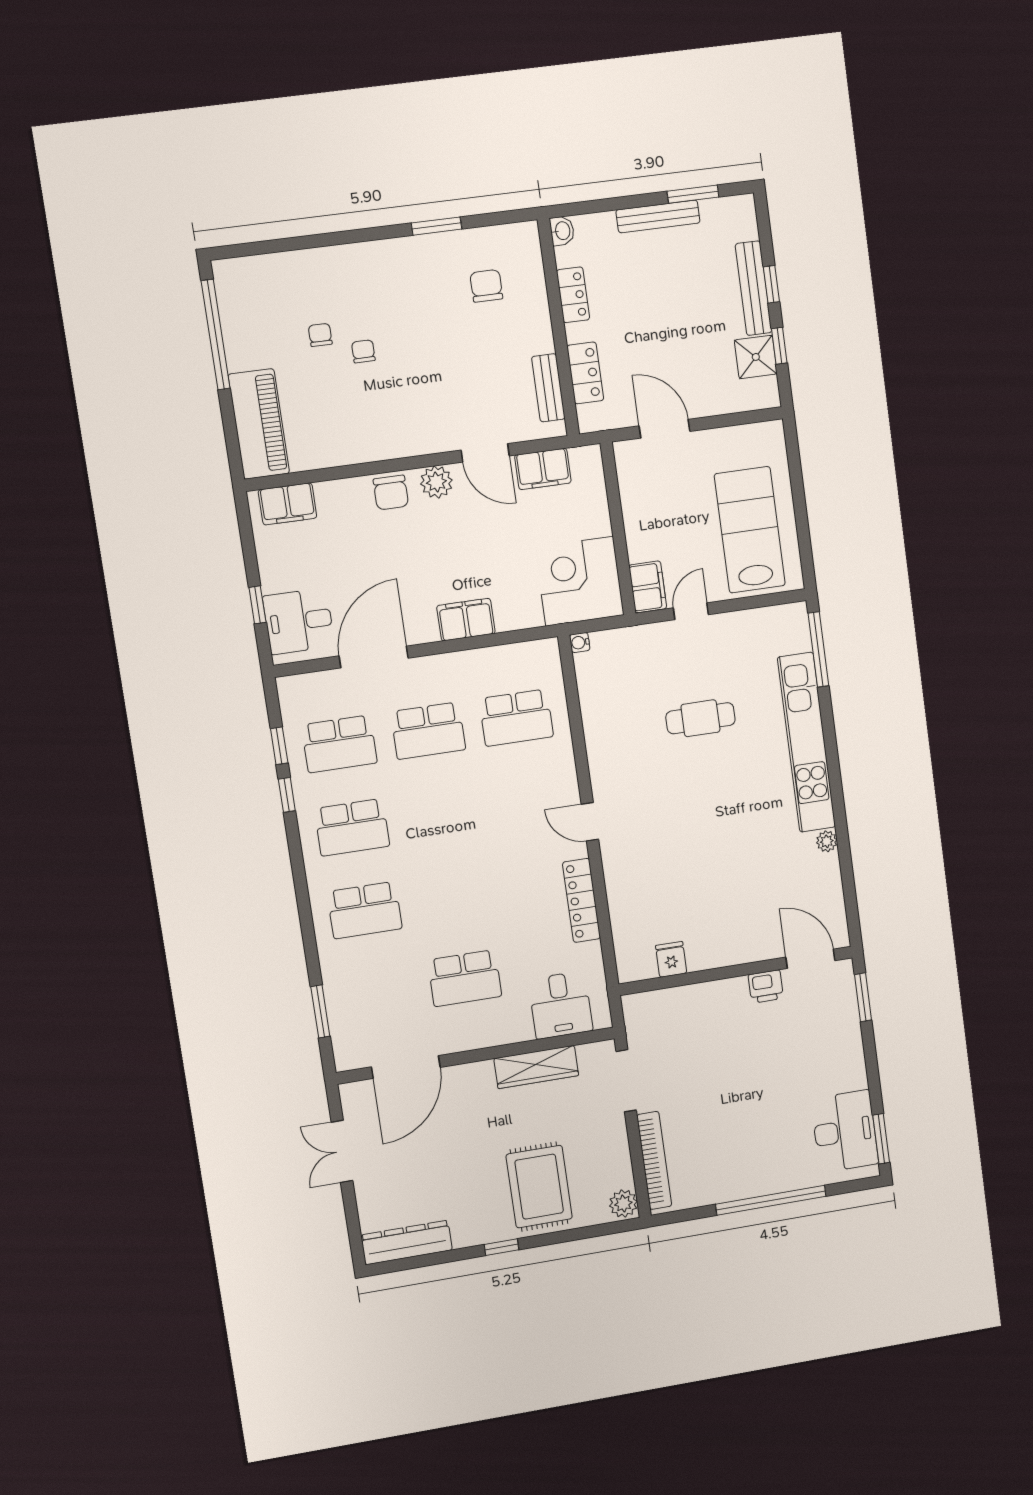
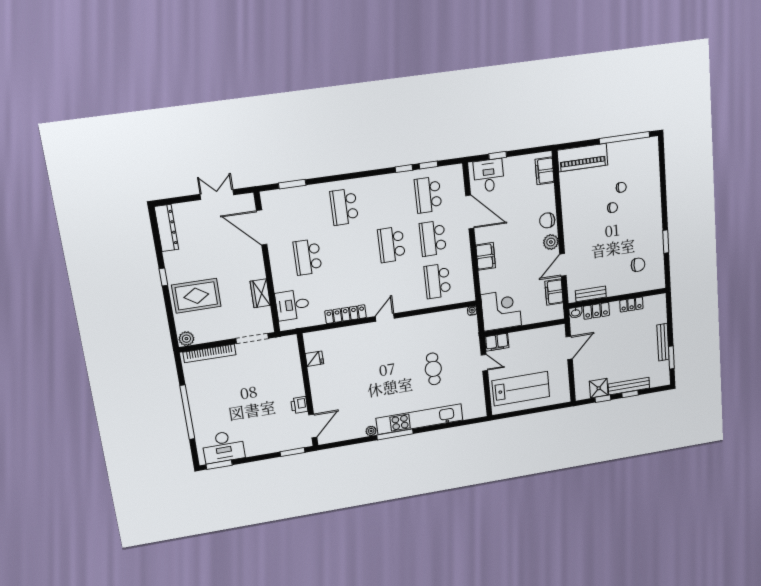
washbasin: (562, 231) -> (576, 313), moved
window: (818, 649) -> (395, 434), moved
school desk: (352, 827) -> (391, 245), moved
wardrobe: (536, 1067) -> (260, 293), width x0.67

